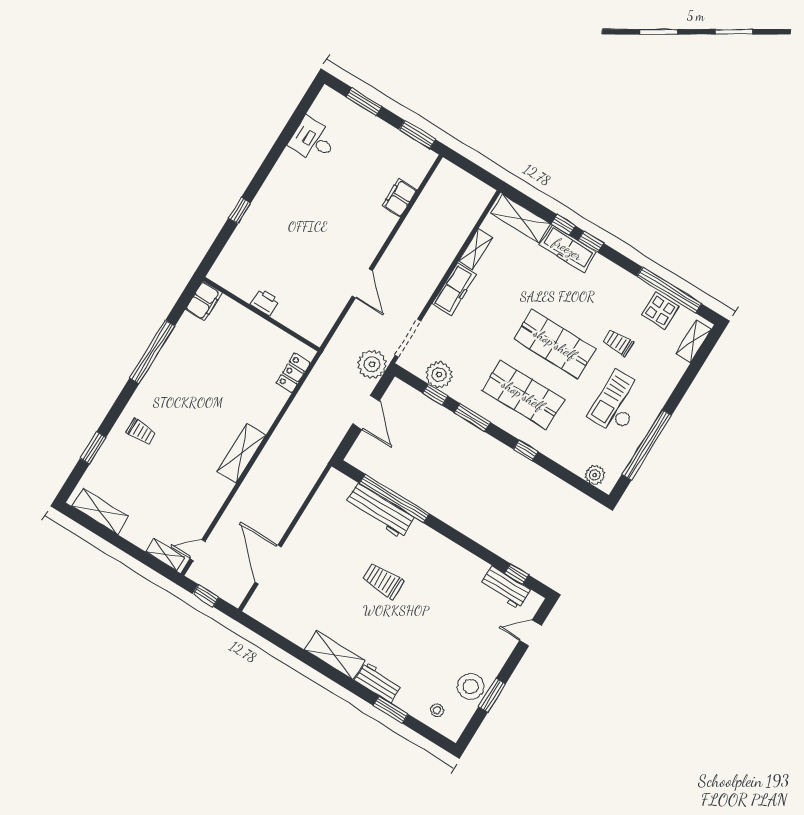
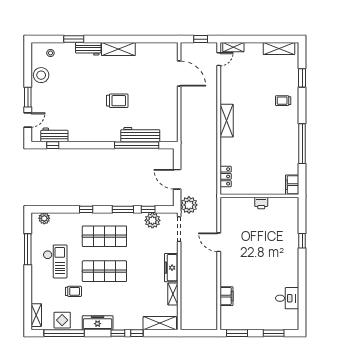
freezer: (568, 249) -> (98, 323), moved
window: (647, 445) -> (28, 249), width x0.68
window: (492, 695) -> (28, 97), moved

